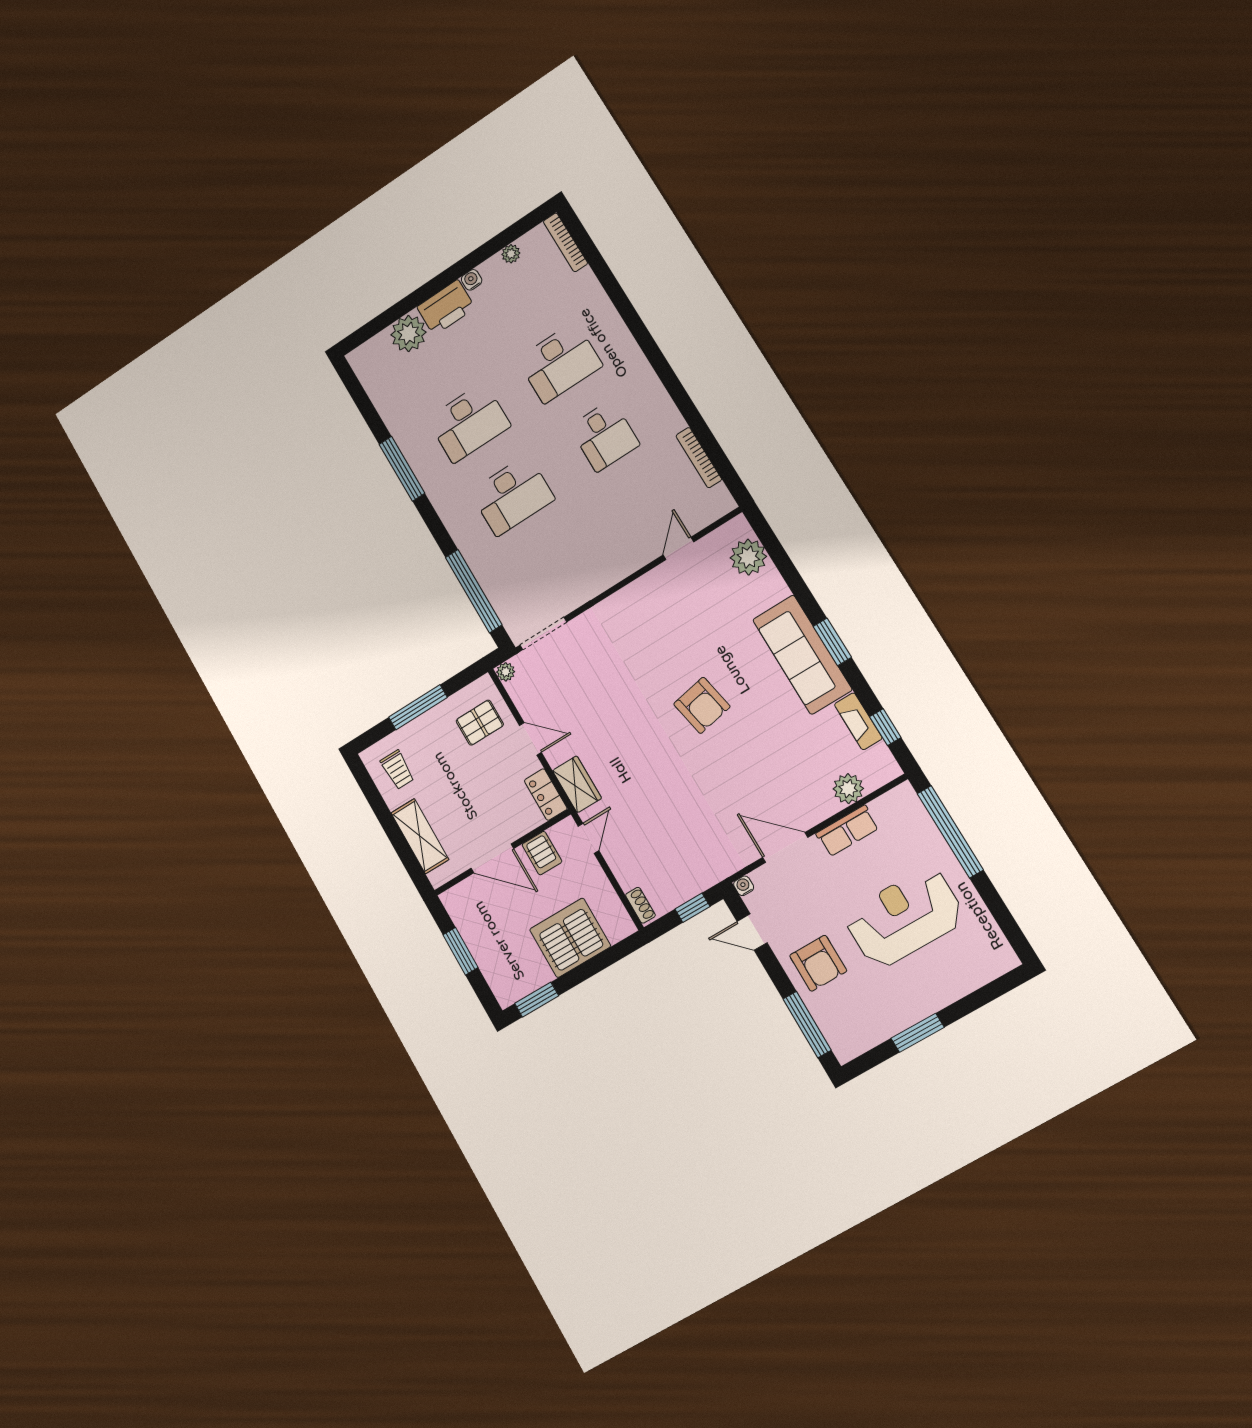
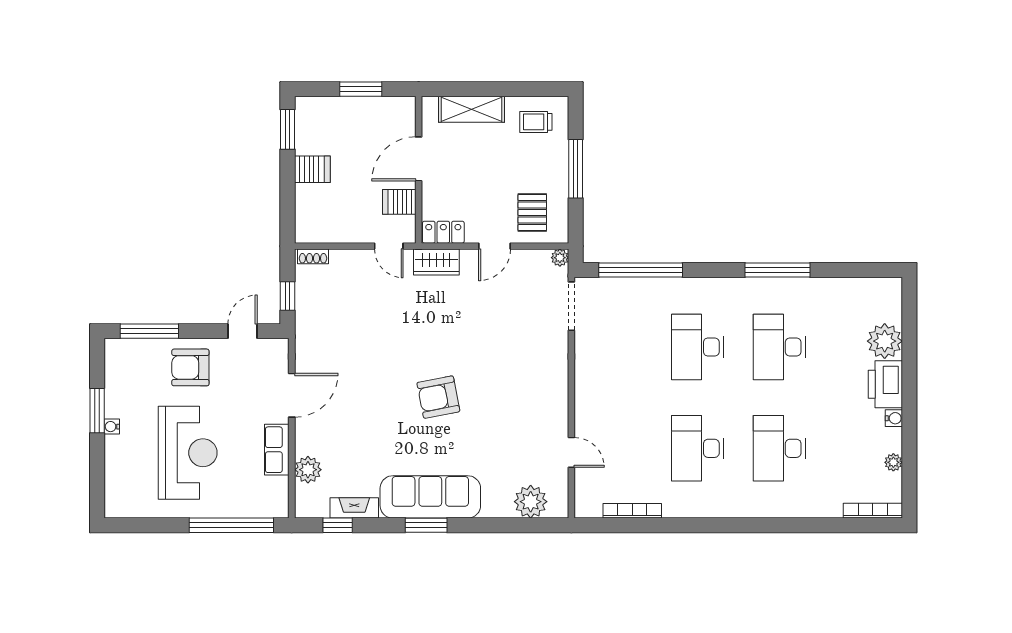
desk: (604, 436) -> (697, 448), width x1.37
water cooler: (744, 886) -> (112, 427), moved, turned 180
server rack: (570, 938) -> (312, 169), width x0.46, depth x0.70

